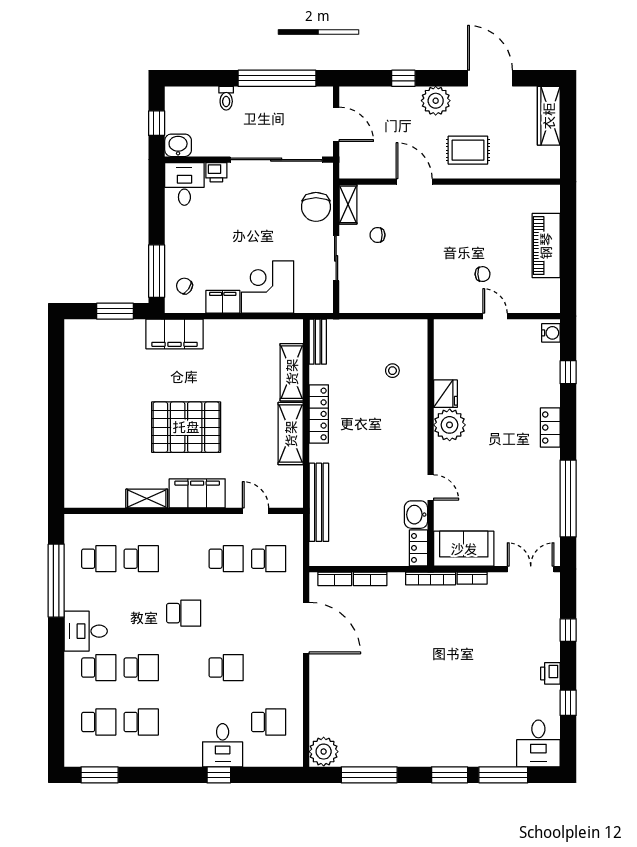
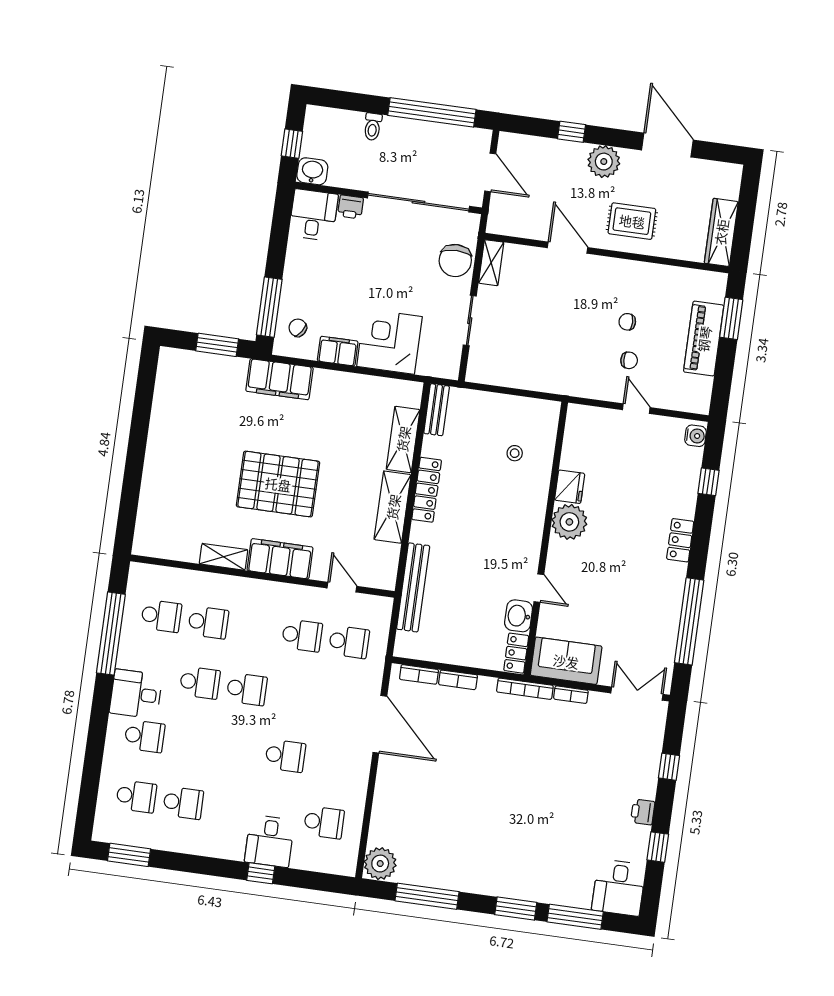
wardrobe: (549, 116) -> (721, 232), moved
window: (568, 224) -> (731, 318), added
chair: (378, 235) -> (627, 322), moved
school desk: (141, 668) -> (200, 683), moved

